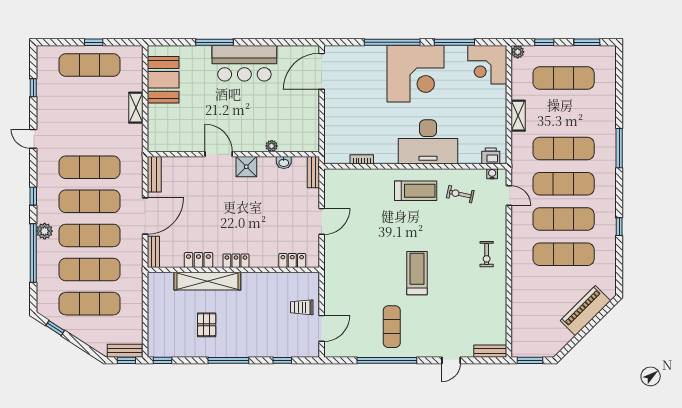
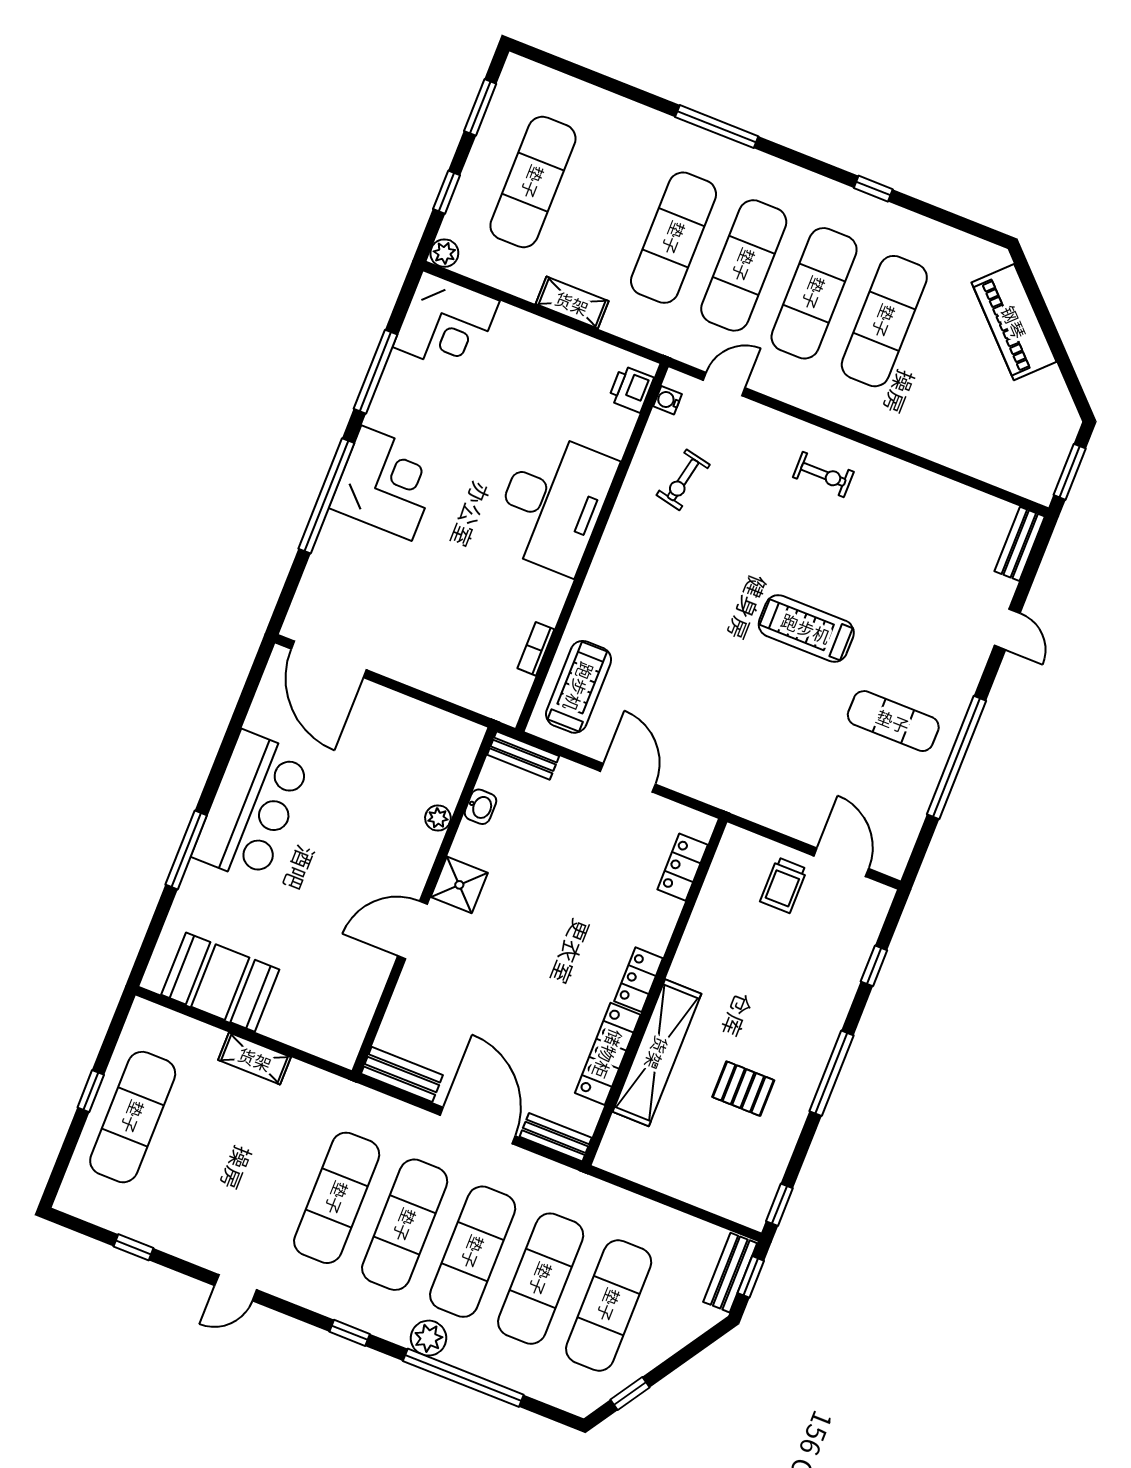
corner desk: (415, 74) -> (387, 483), width x0.74, depth x0.74
treadmill: (416, 191) -> (579, 687), moved
locker: (198, 260) -> (608, 1054), width x1.53

